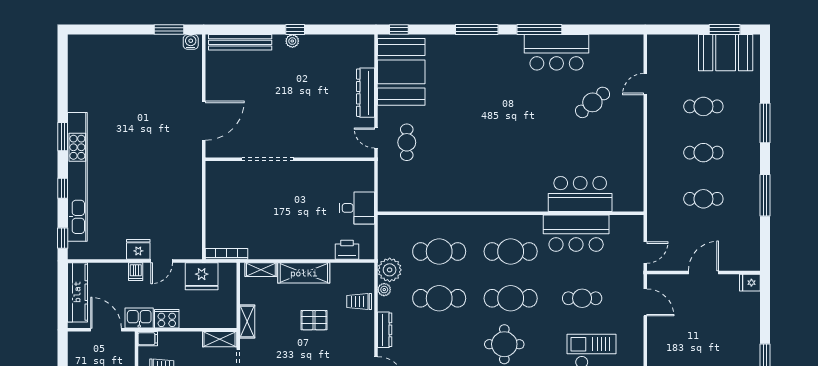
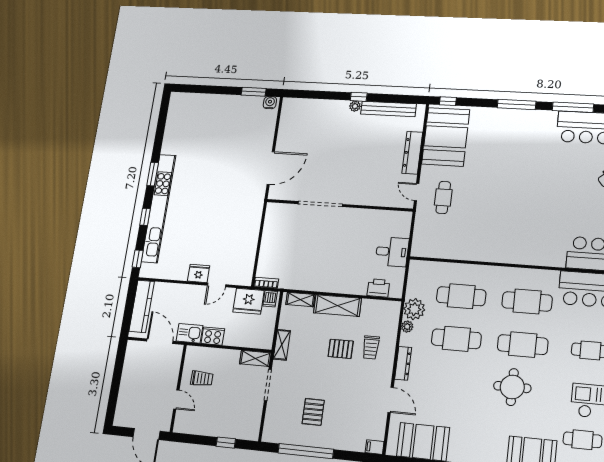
bench: (240, 42) -> (388, 109), moved
bookcase: (227, 254) -> (266, 283), width x0.64
dishwasher: (136, 272) -> (270, 299), moved
trolley: (359, 301) -> (371, 347), moved, turned -90
filing cabinet: (148, 339) -> (194, 352), removed

